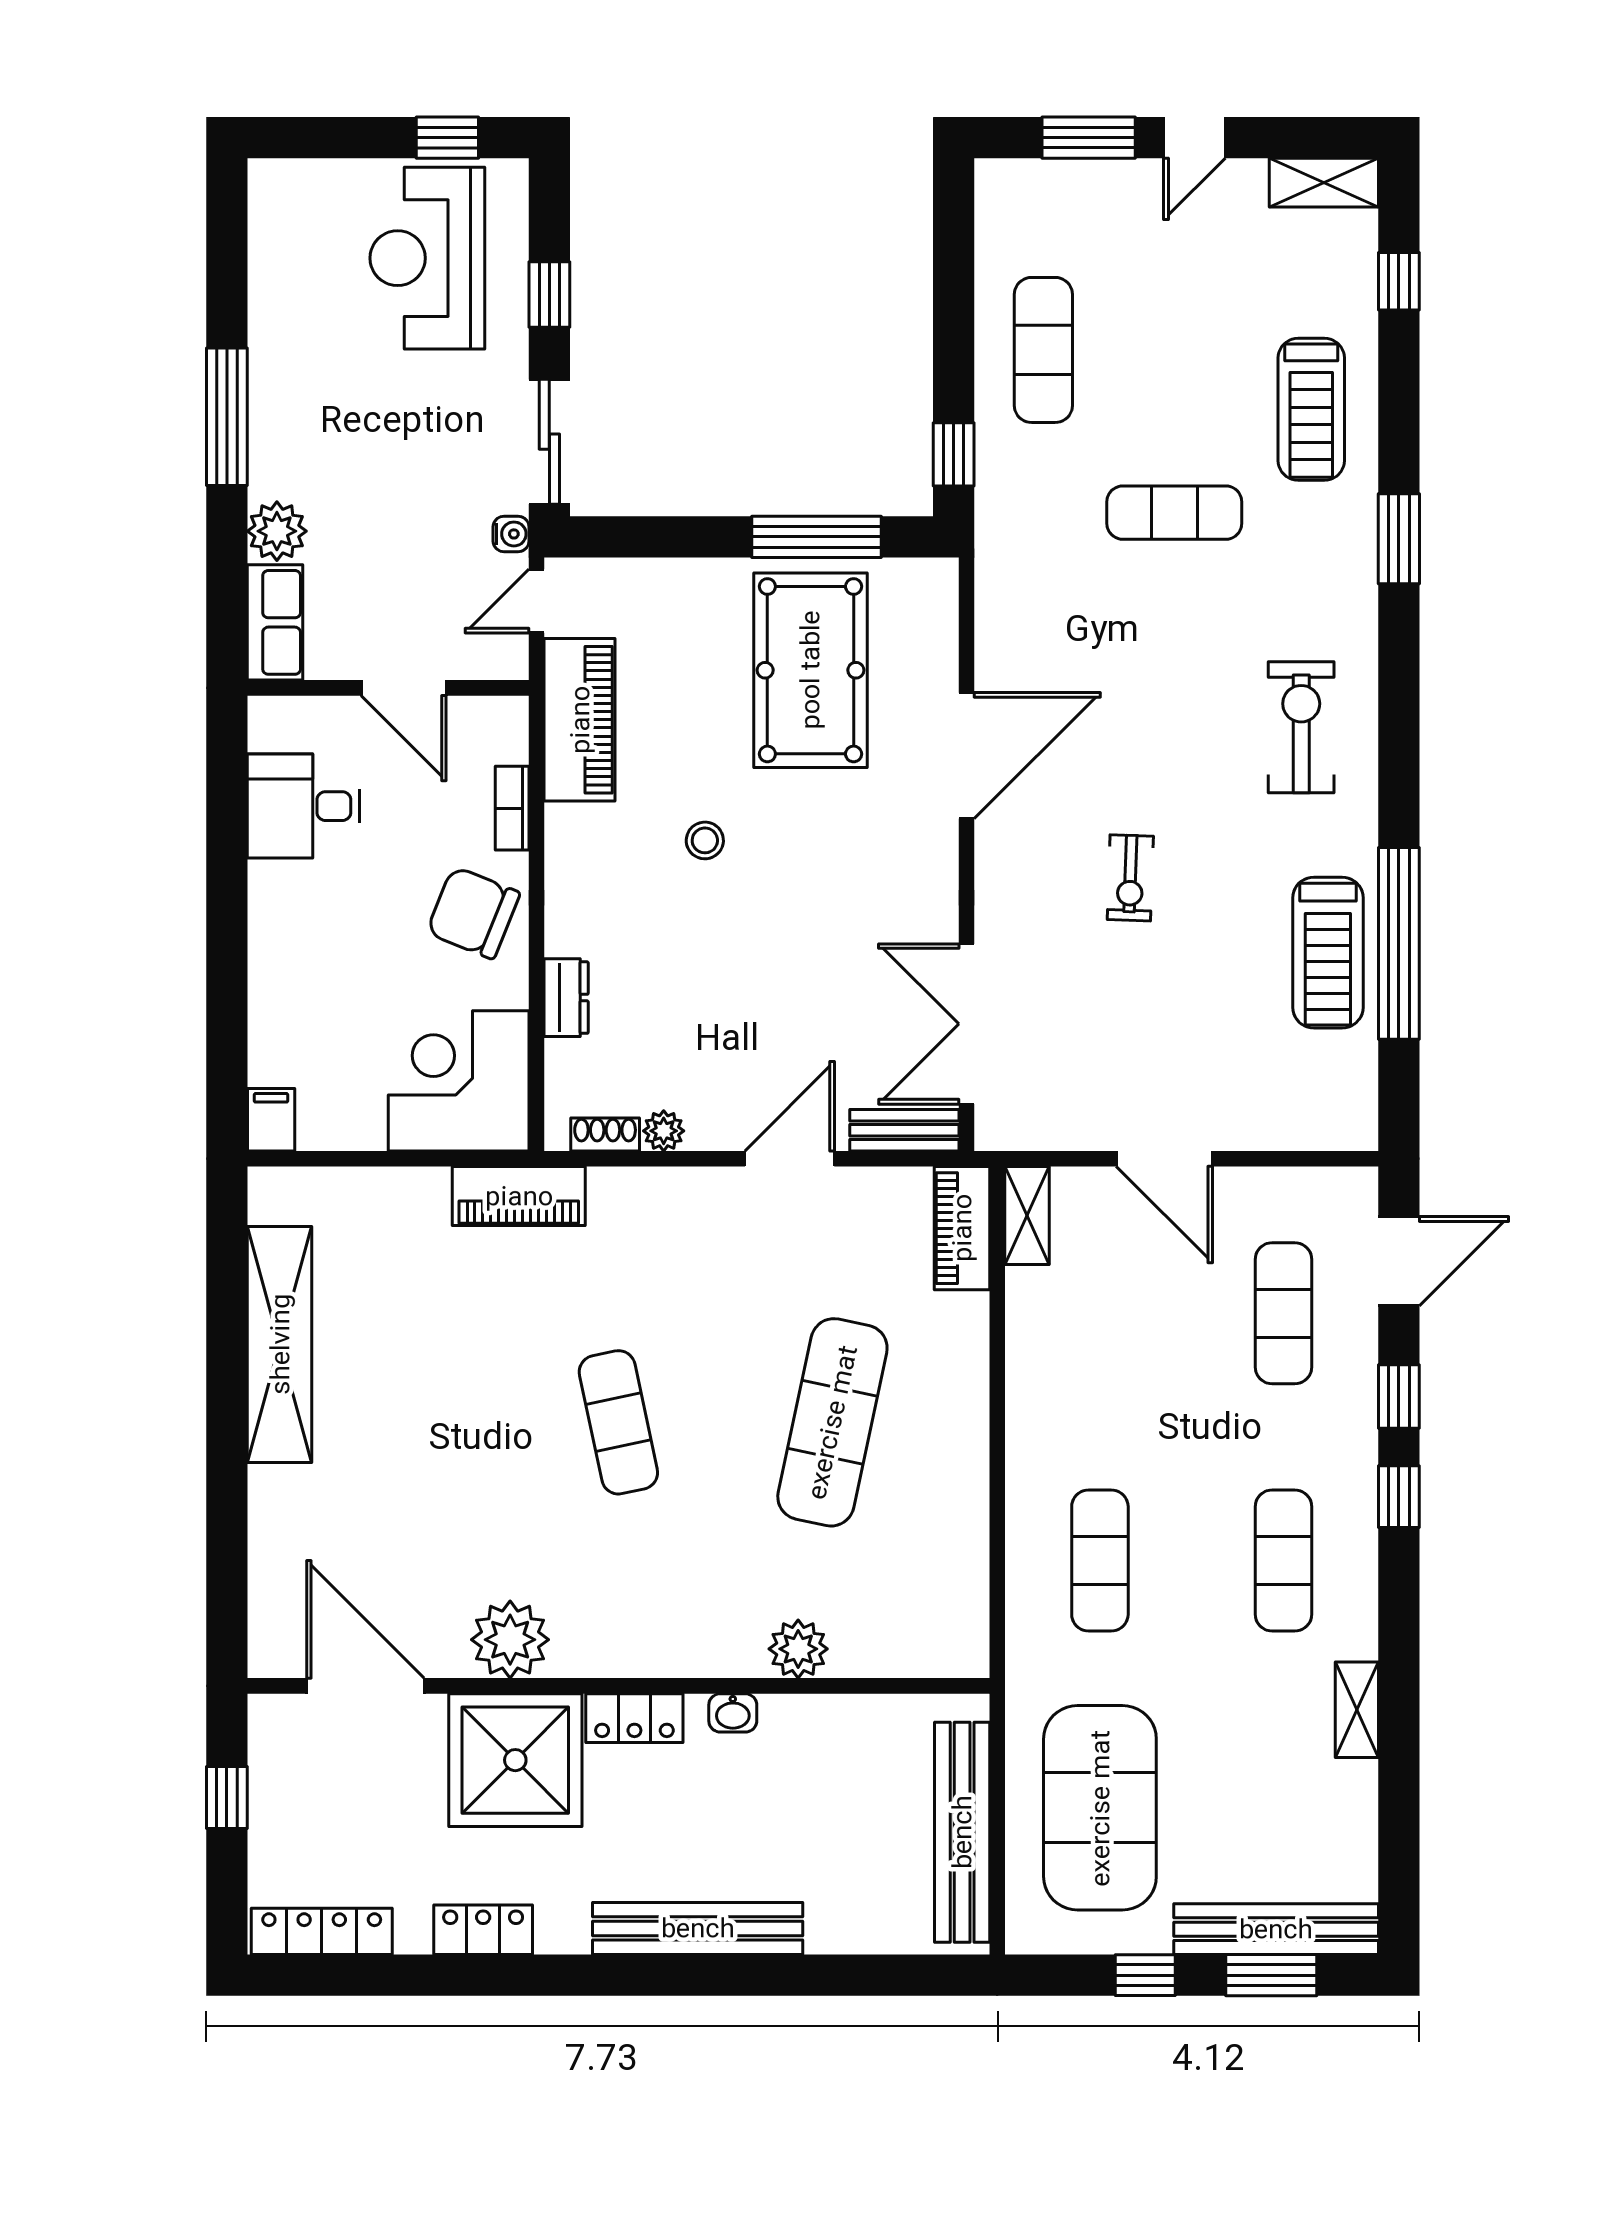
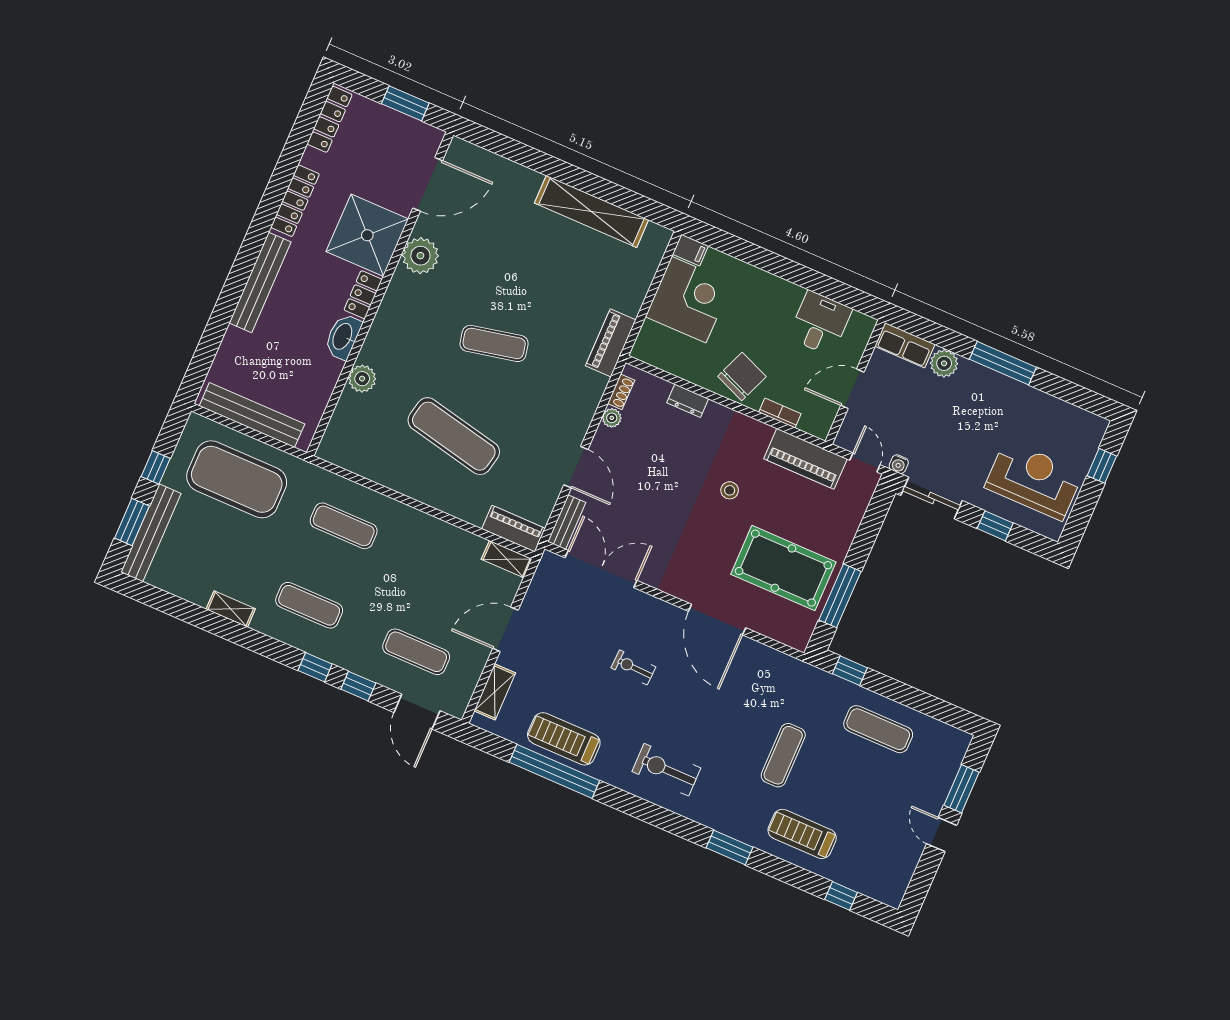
window: (447, 138) -> (1102, 466), moved
shelving: (1324, 183) -> (495, 692), moved
exercise bike: (1301, 727) -> (666, 770), turned 180
corner desk: (459, 1081) -> (689, 300), moved
washbasin: (733, 1713) -> (343, 337), width x1.91, depth x1.45
window: (227, 1798) -> (405, 103), width x1.50
locker: (483, 1930) -> (295, 201), width x1.53

